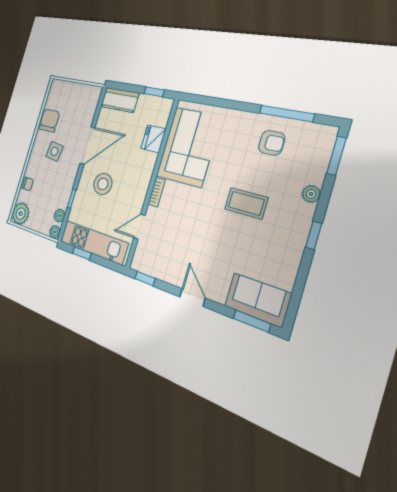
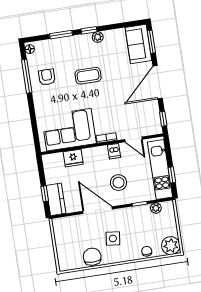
window: (154, 92) -> (45, 194), moved
chair: (49, 120) -> (92, 257), turned 90
floor lamp: (326, 132) -> (30, 49), added
window: (337, 156) -> (61, 35), moved
plant: (311, 194) -> (98, 37), moved
dishwasher: (138, 195) -> (114, 151), added
coffee table: (246, 203) -> (88, 76), turned 90
plant: (55, 232) -> (169, 206), removed
door: (192, 297) -> (158, 82), width x1.88

